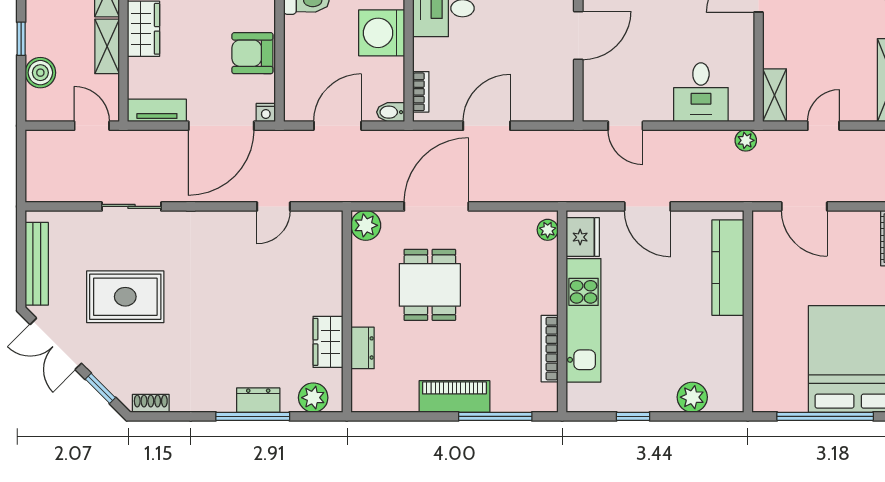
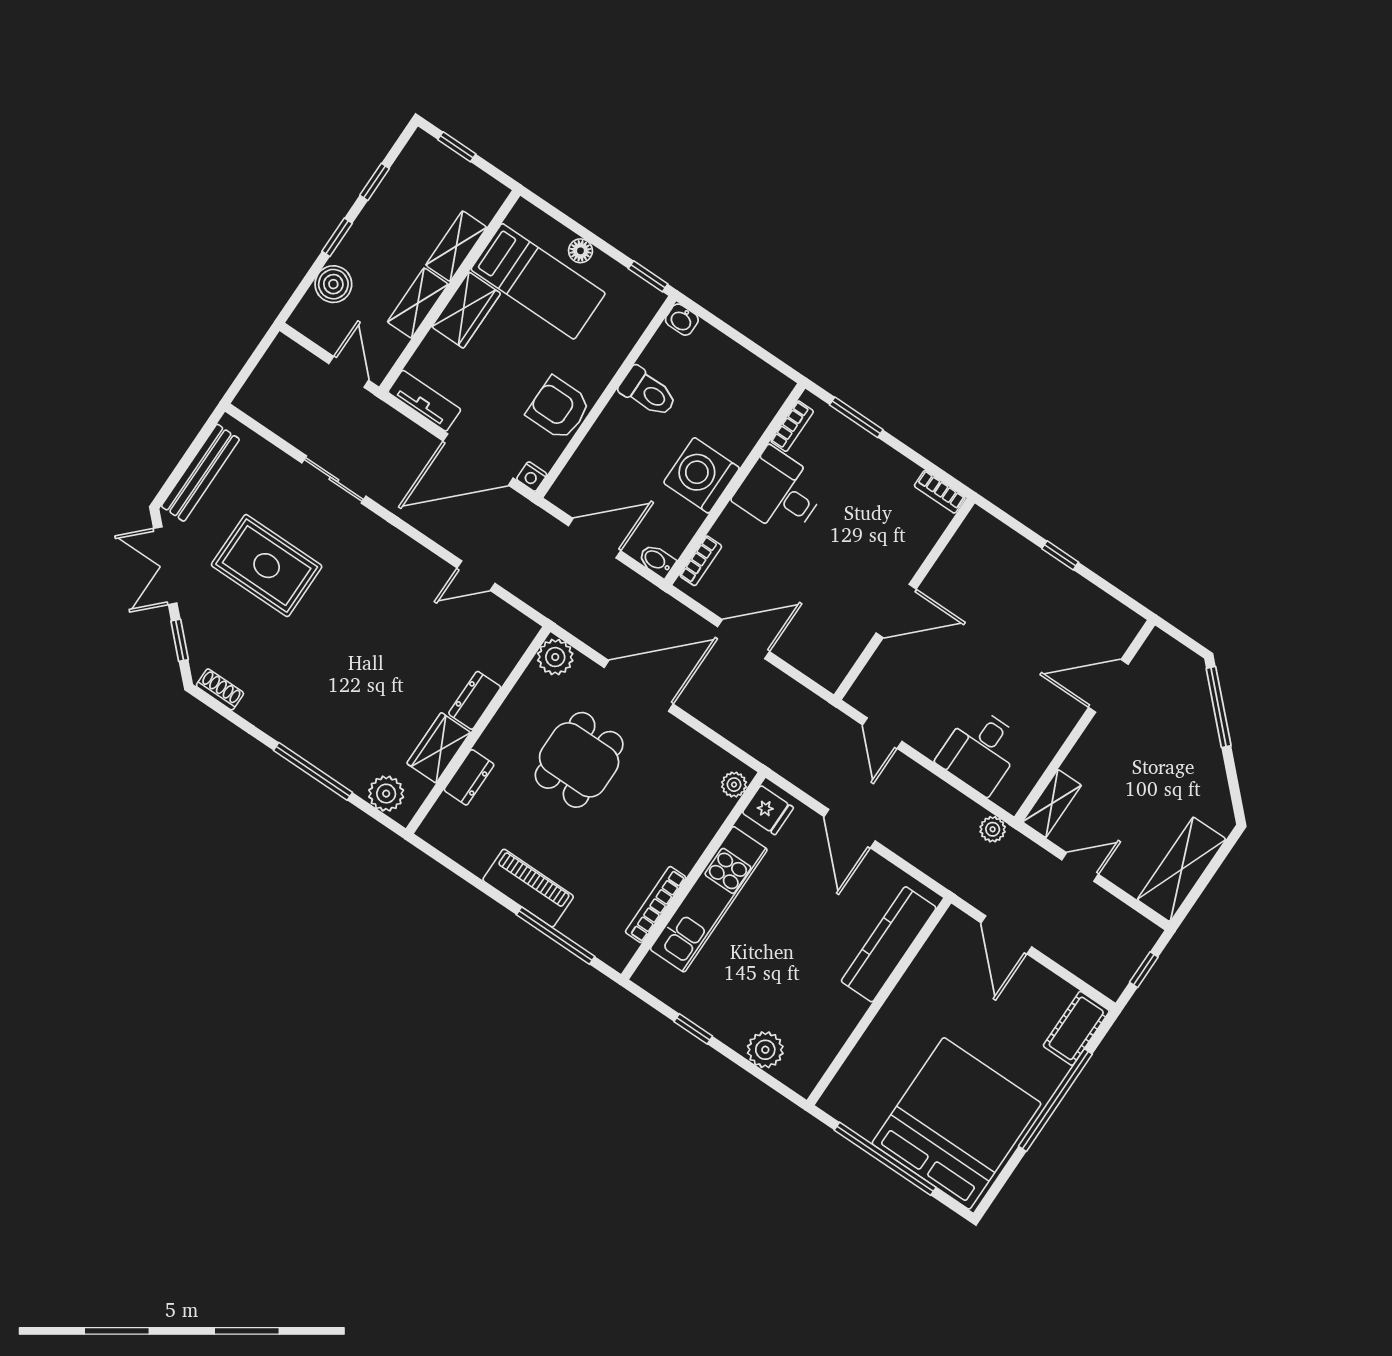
fridge: (583, 237) -> (768, 810), width x0.72
dresser: (258, 400) -> (475, 700), moved, turned -90

